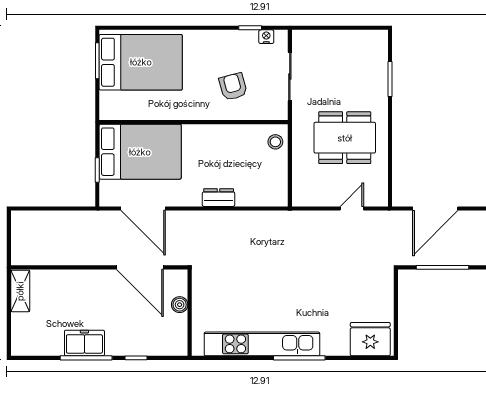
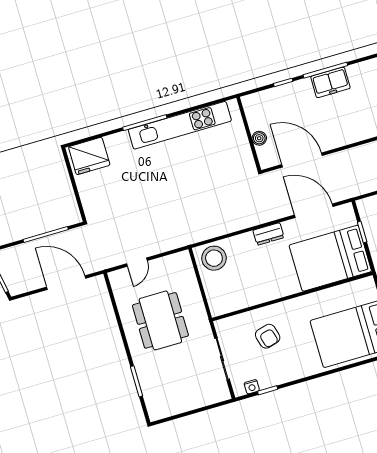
dining table: (345, 138) -> (160, 320), turned 90
stool: (275, 142) -> (214, 258), moved, width x1.89, depth x1.89
dresser: (219, 198) -> (269, 234), moved
door: (435, 209) -> (66, 283), hinge flipped

